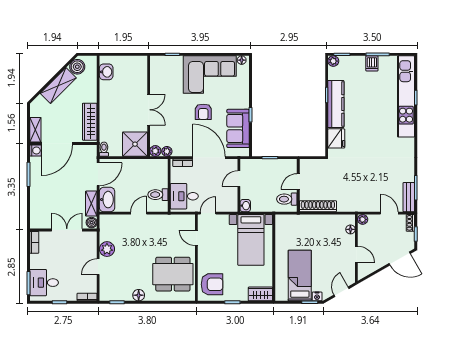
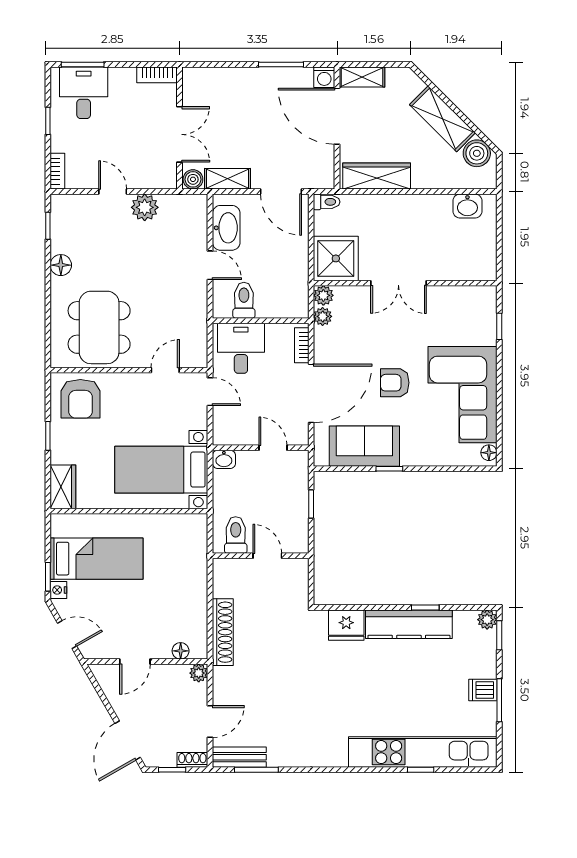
washbasin: (107, 200) -> (226, 228), moved, turned -90
shoe rack: (318, 206) -> (223, 632), moved

